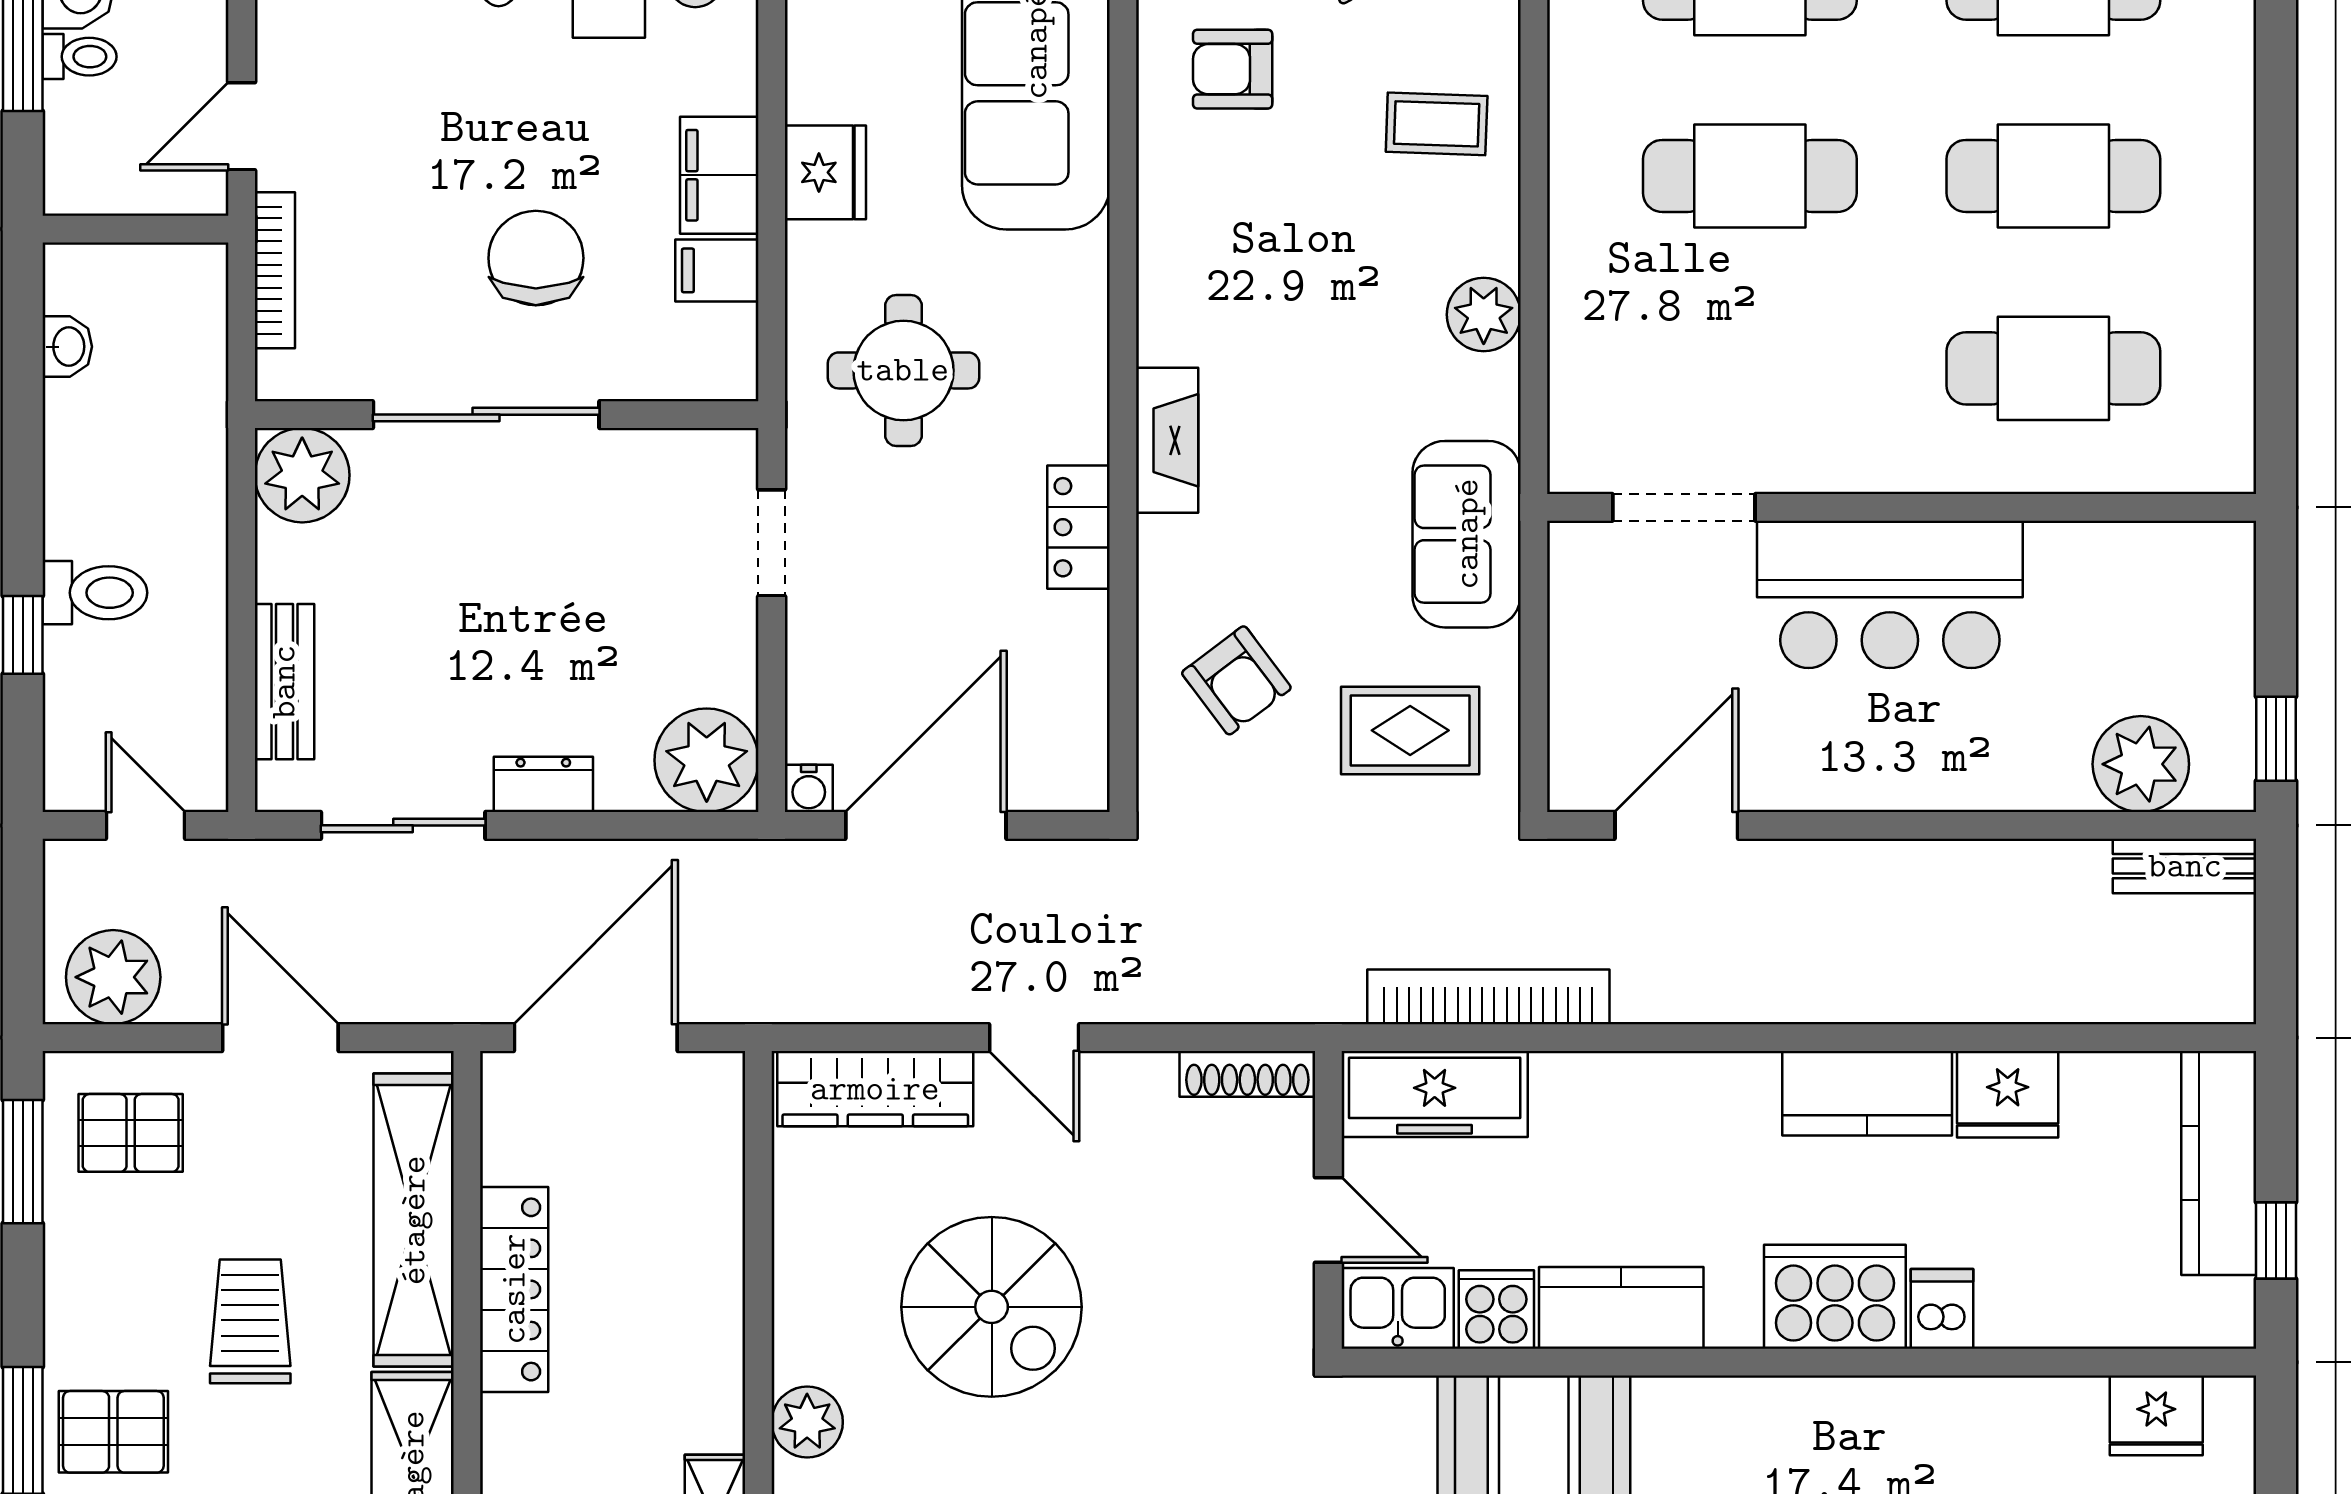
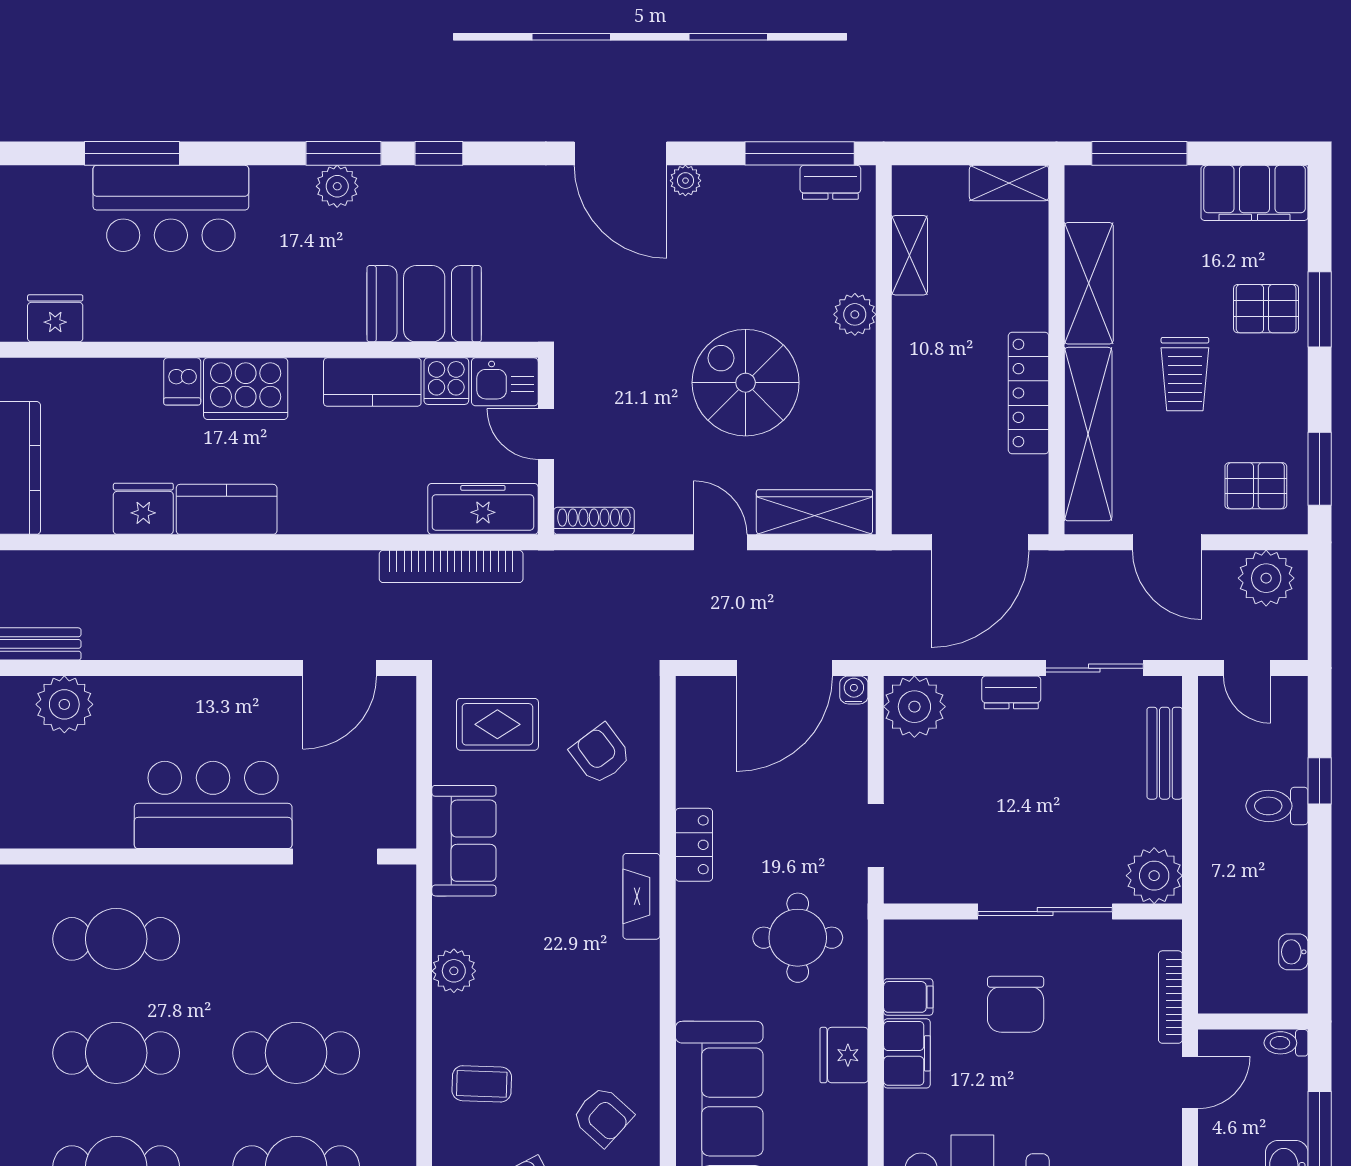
toilet: (80, 57) -> (1286, 1043), moved
armchair: (1233, 69) -> (603, 1116), turned 42

